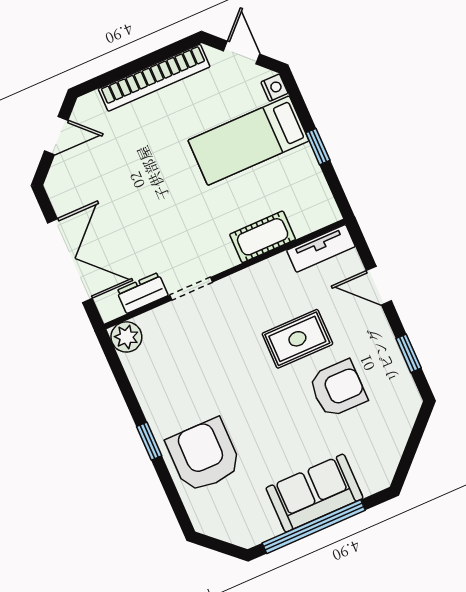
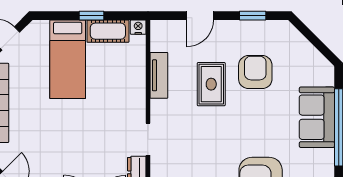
nightstand: (274, 88) -> (138, 27), moved
cot: (263, 237) -> (108, 31), moved, turned 90
tv unit: (321, 248) -> (159, 75), moved

